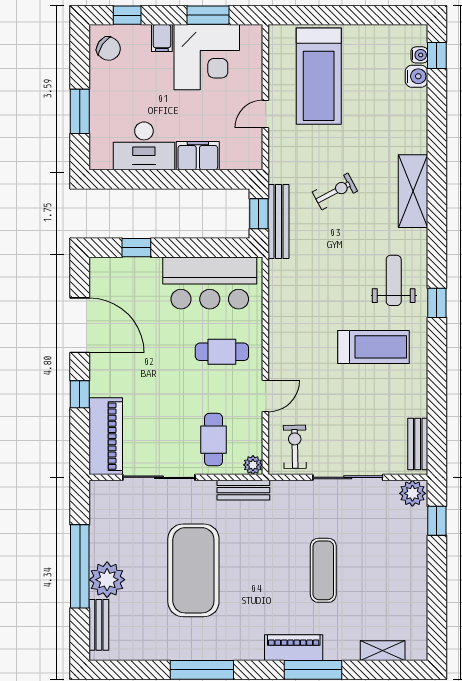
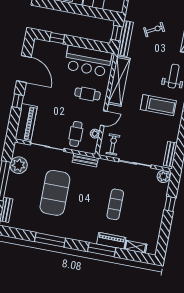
shelving: (282, 312) -> (119, 81), added
plant: (253, 465) -> (95, 134), moved
window: (437, 521) -> (170, 204), moved
plant: (107, 580) -> (19, 165), moved
piano: (294, 648) -> (111, 241), moved

